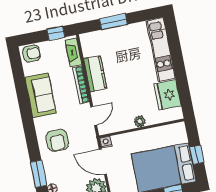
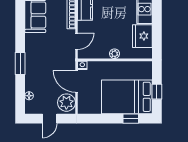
armchair: (57, 140) -> (42, 56), removed
window: (38, 174) -> (20, 63), moved

